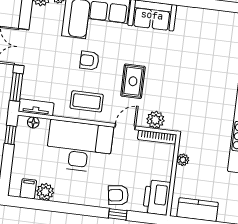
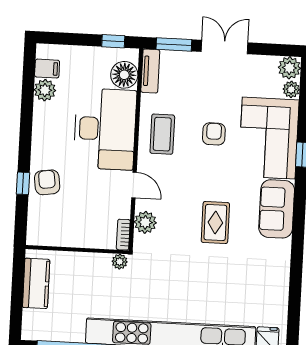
rug: (133, 81) -> (215, 223), moved, turned 90
floor lamp: (33, 122) -> (124, 75), width x1.89, depth x1.89
bookcase: (157, 137) -> (123, 235), width x0.64
plant: (183, 160) -> (120, 262), moved
printer: (157, 198) -> (48, 231), removed

